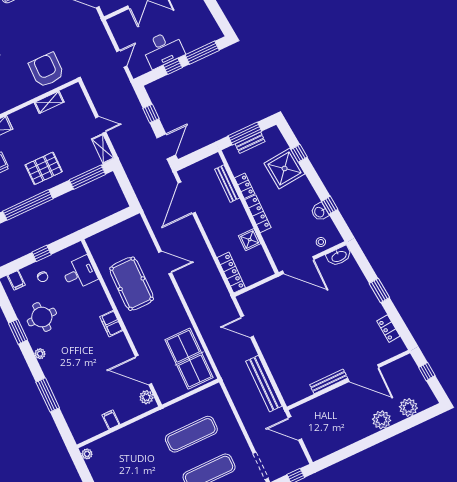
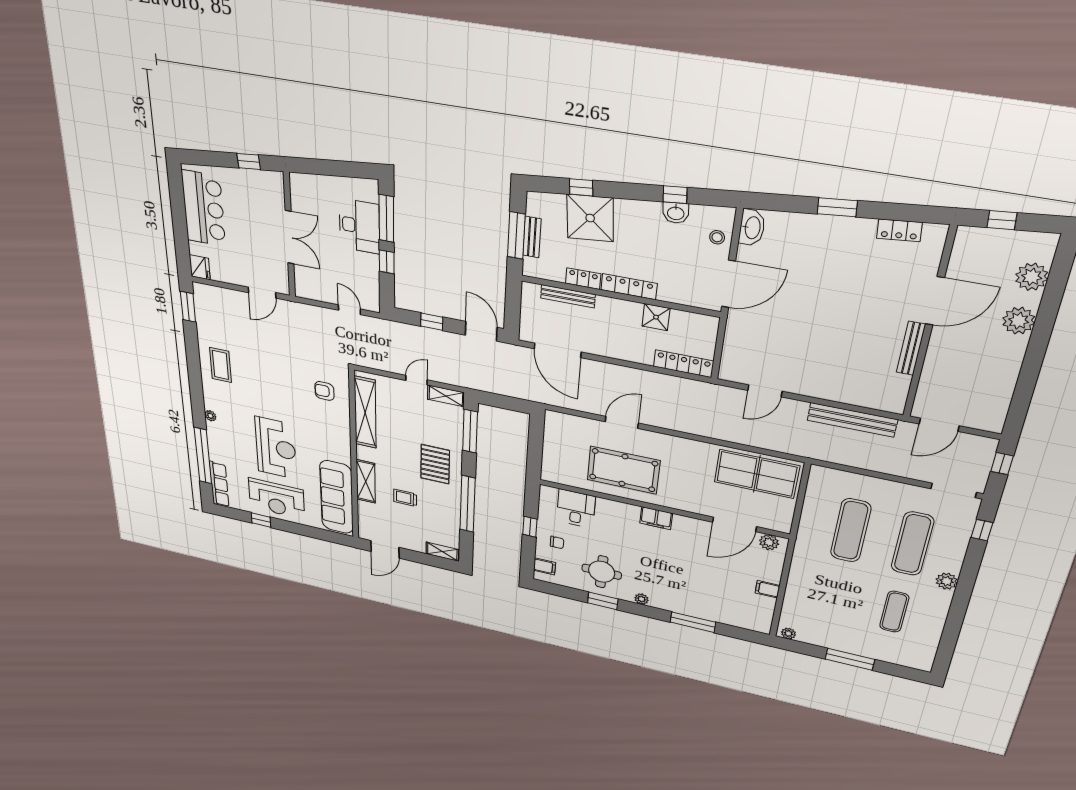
desk: (163, 49) -> (359, 226), moved
armchair: (47, 70) -> (324, 391), width x0.53, depth x0.53
shelving: (49, 102) -> (365, 412), width x2.20, depth x1.33

